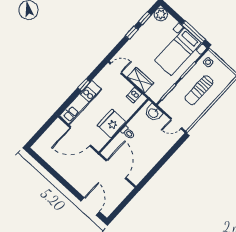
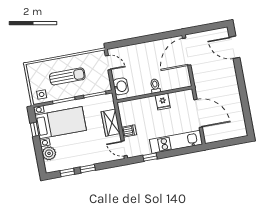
plant: (161, 14) -> (49, 153), moved
window: (194, 32) -> (35, 129), width x0.46
window: (84, 85) -> (150, 157), moved
dishwasher: (134, 95) -> (129, 131), moved
fridge: (111, 124) -> (163, 102), width x0.53, depth x0.75
door: (116, 169) -> (187, 52), moved
door: (90, 206) -> (235, 47), hinge flipped

